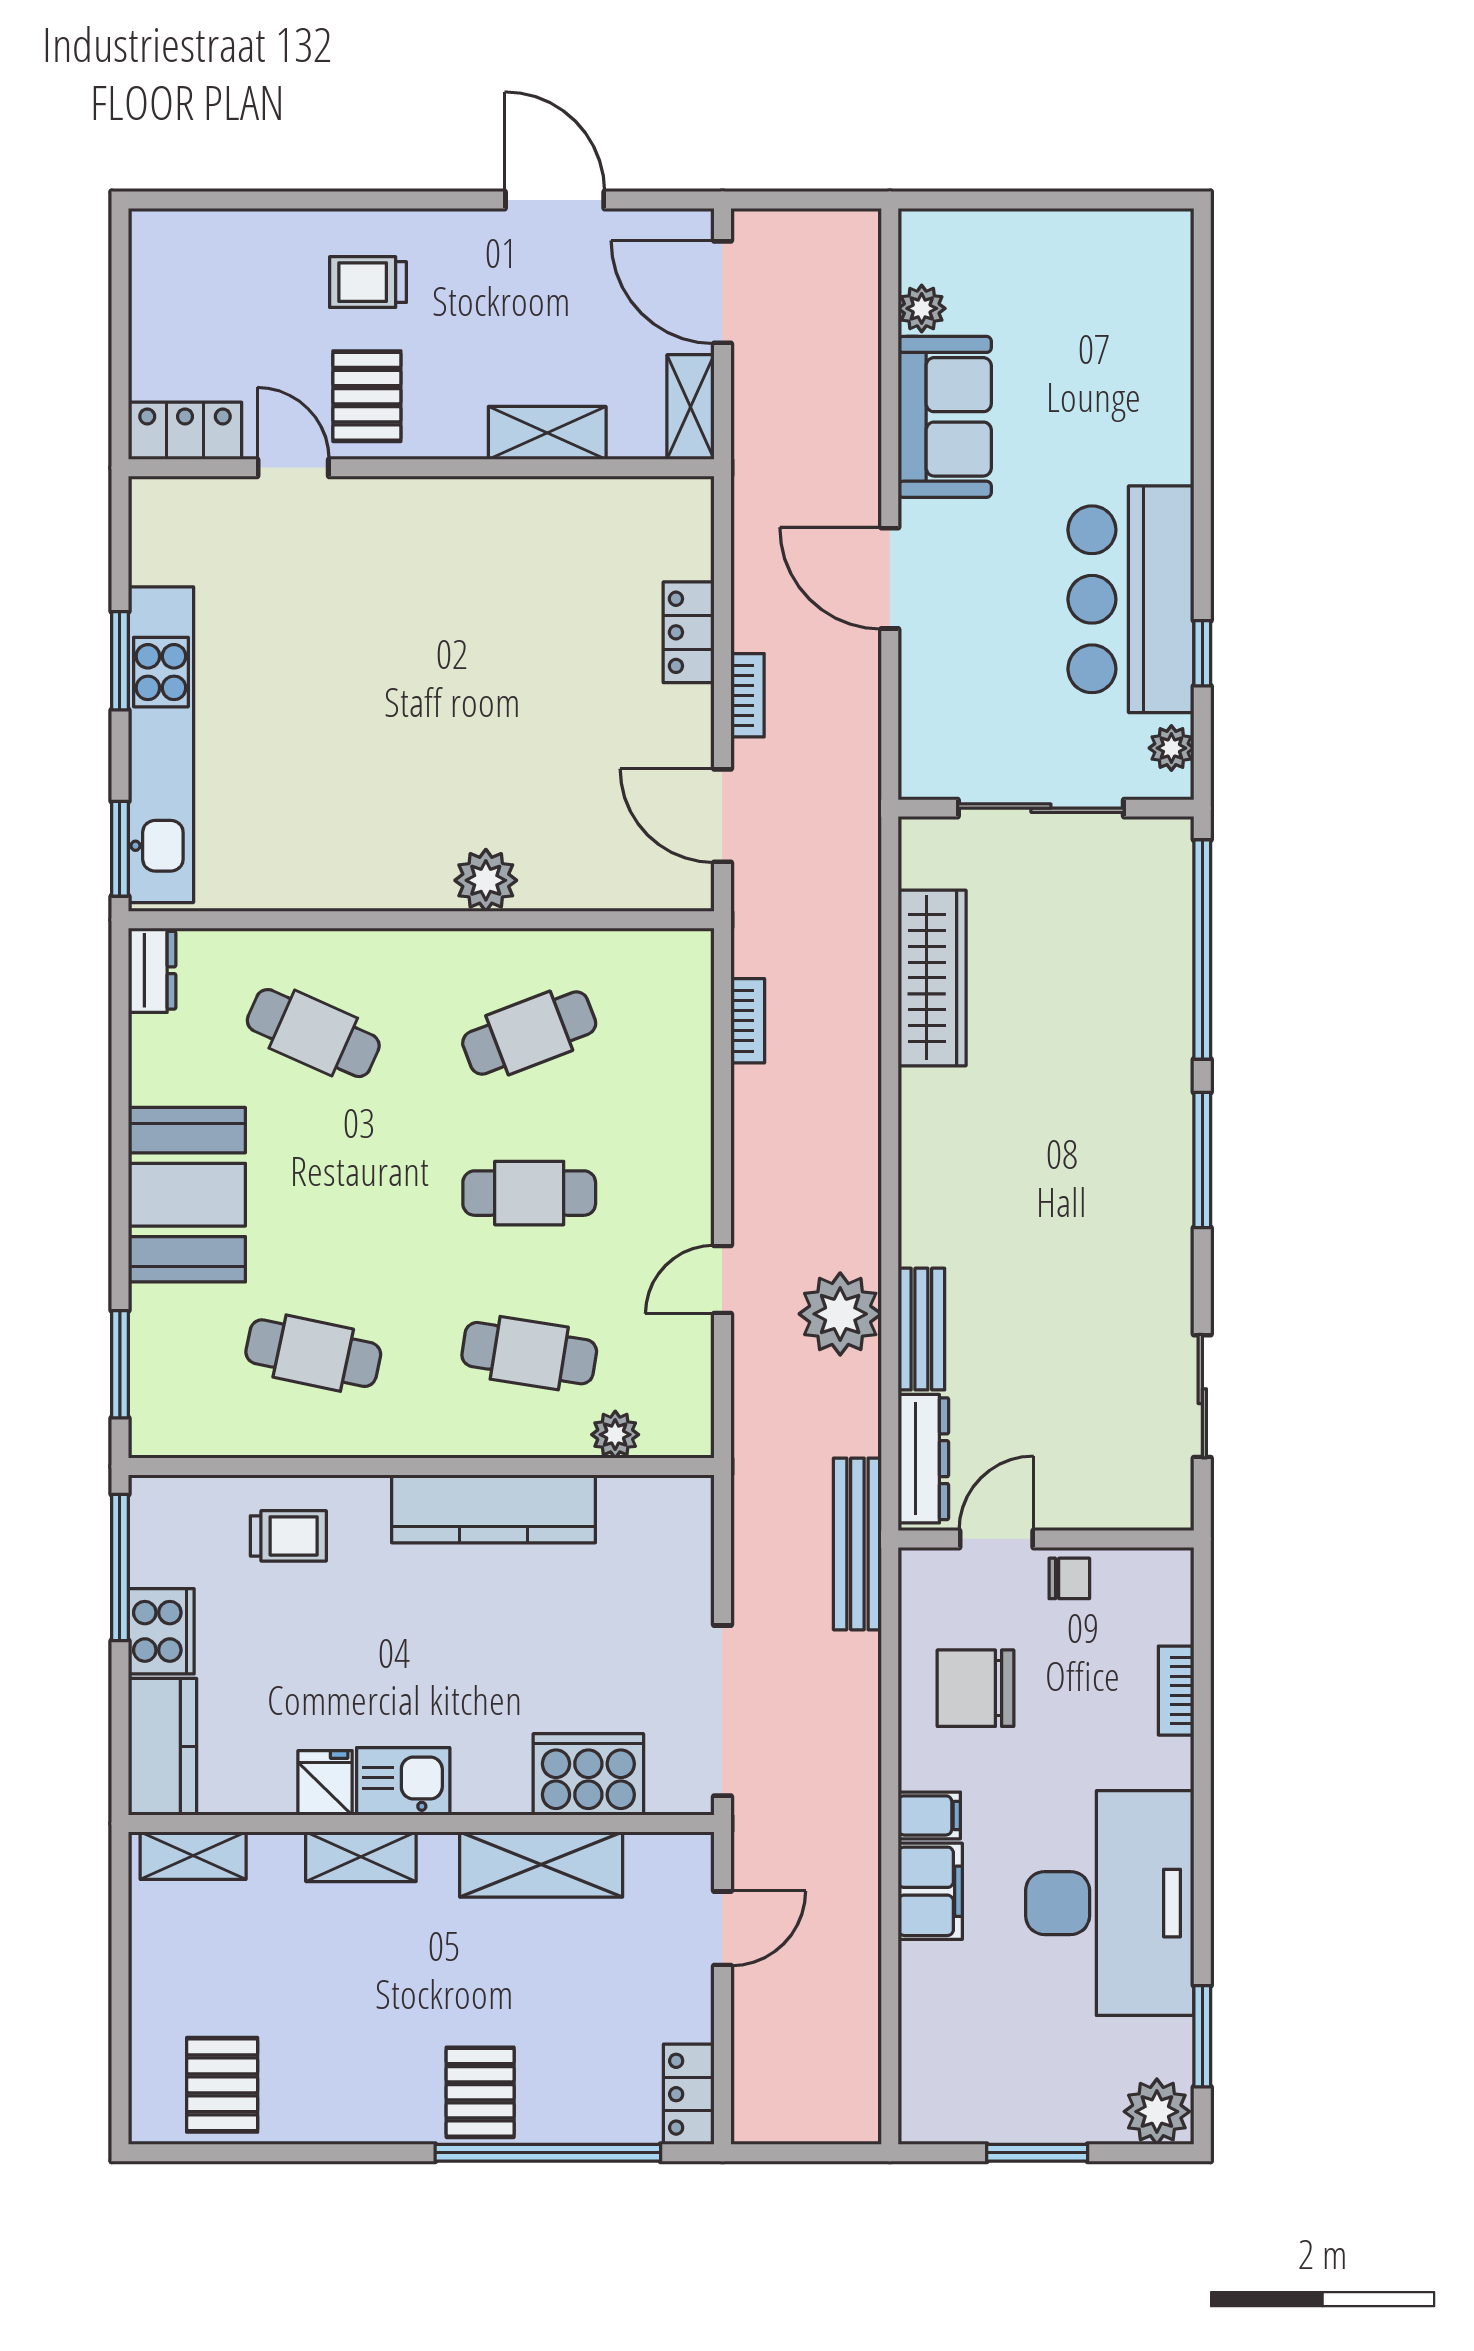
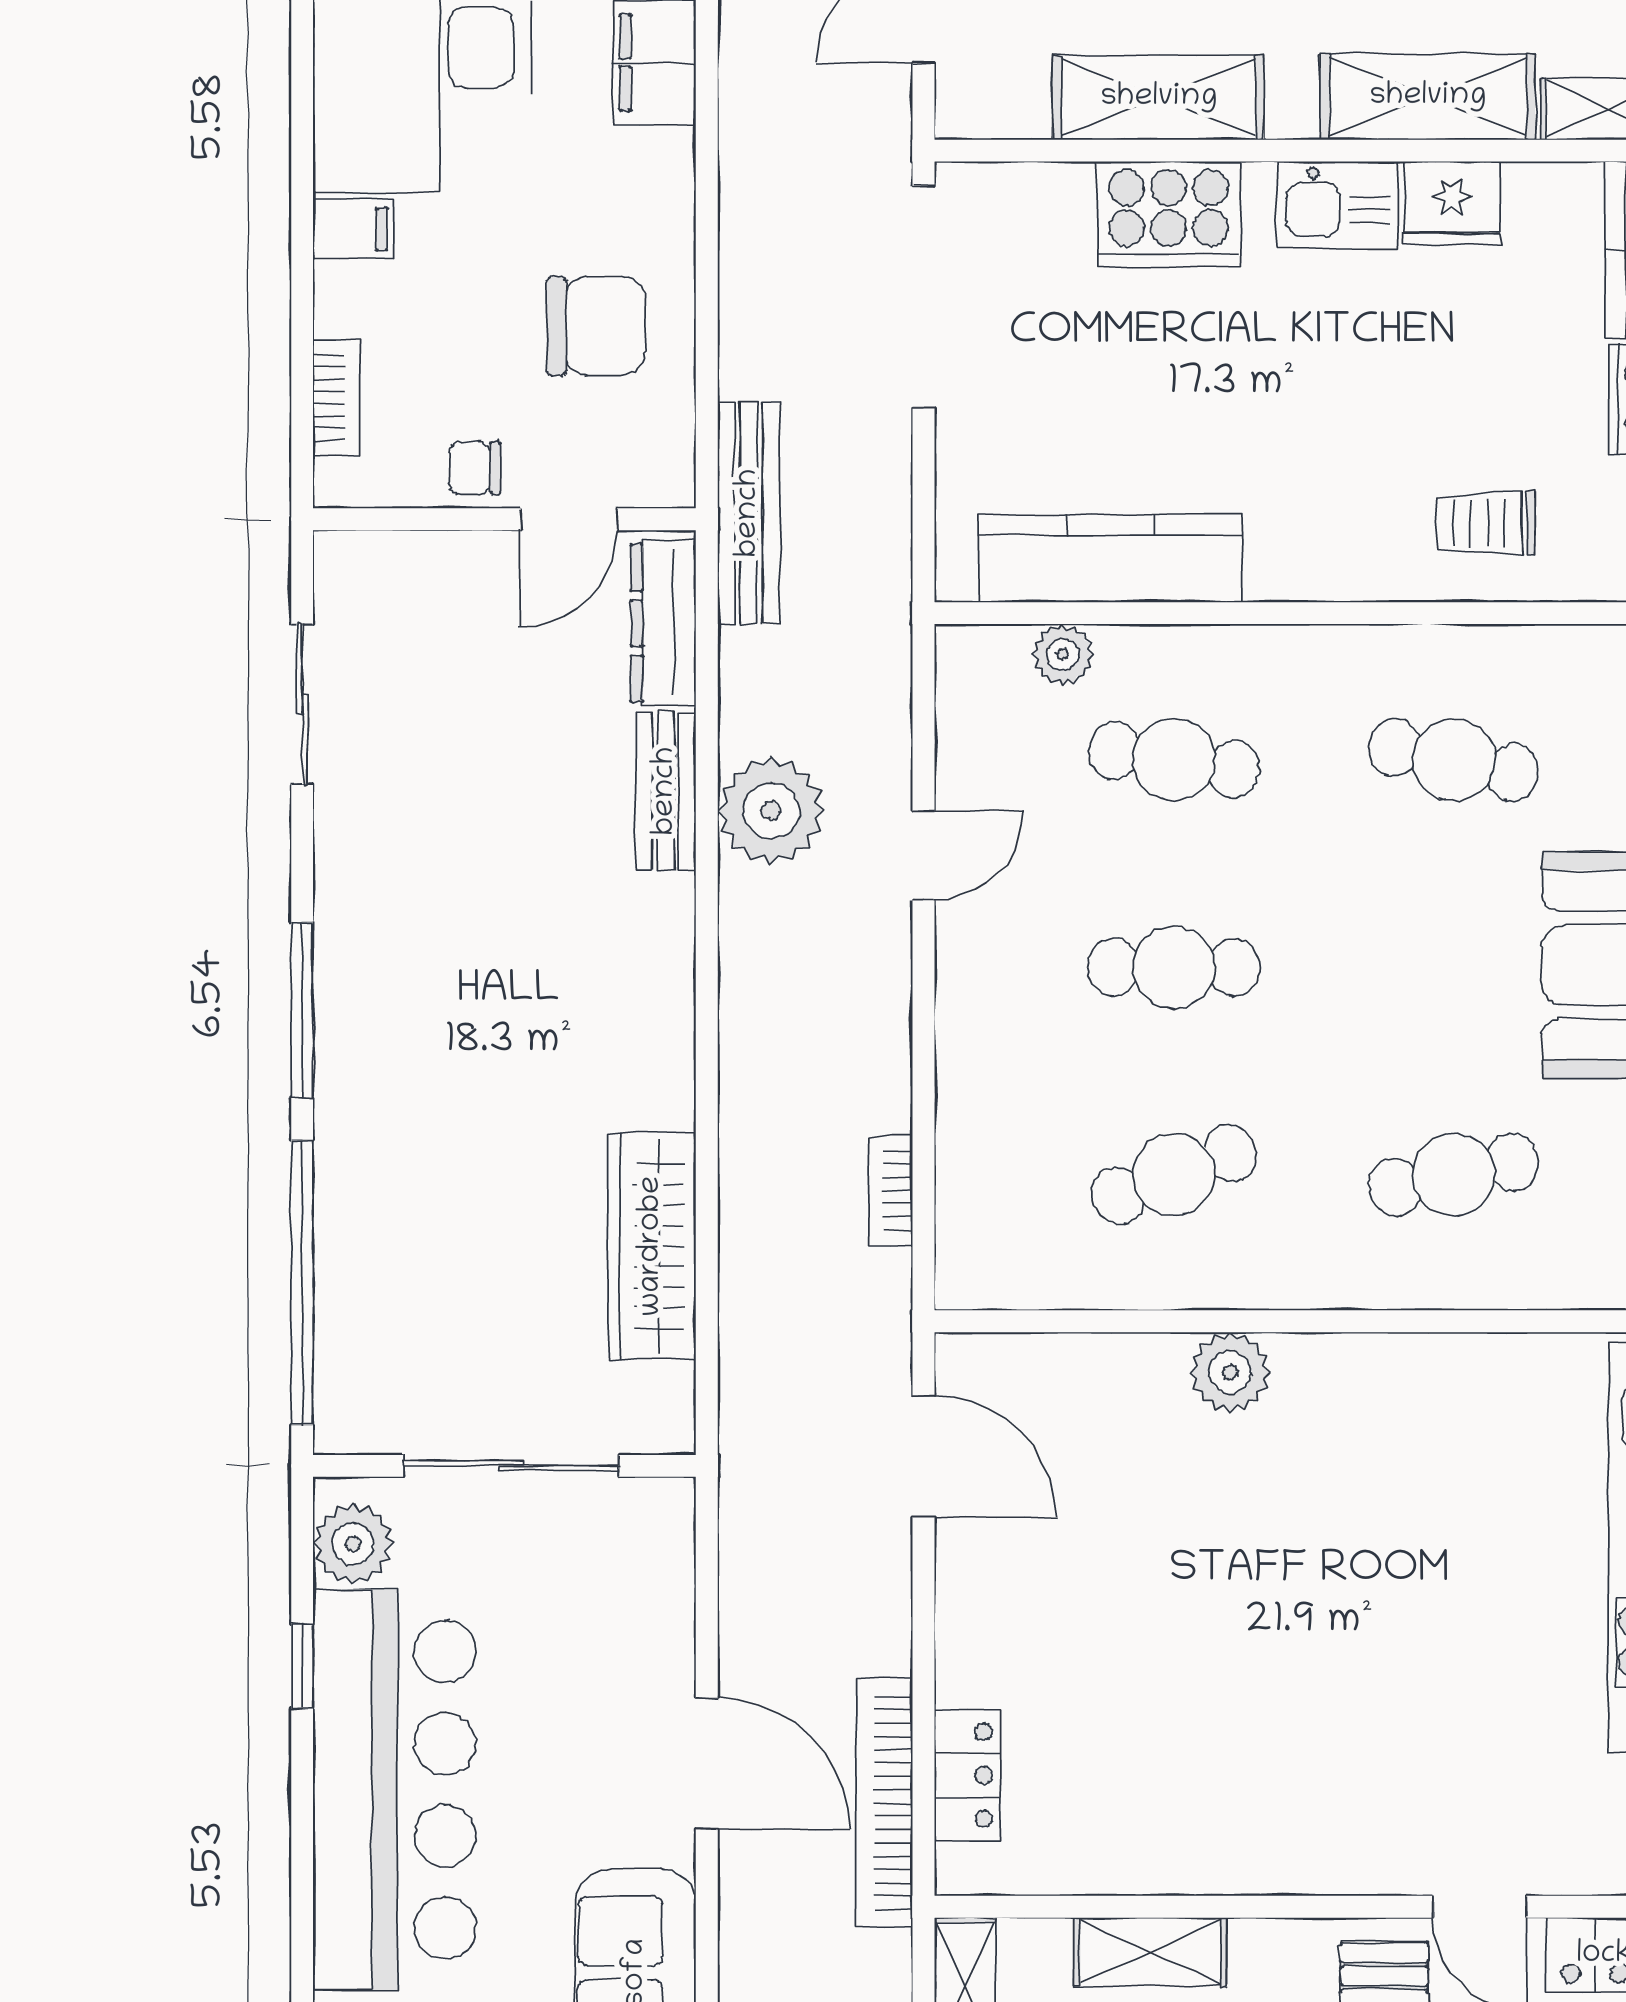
bar counter: (1131, 599) -> (394, 1790), width x1.36
locker: (689, 632) -> (967, 1775), moved
bookcase: (748, 695) -> (884, 1803), moved, width x2.31, depth x1.31
plant: (1171, 748) -> (353, 1544), width x1.38, depth x1.38
cafe table: (313, 1033) -> (1454, 1175), turned -36
kitchen counter: (493, 1509) -> (1110, 558), moved
bookcase: (1176, 1691) -> (336, 398), moved
cooker: (588, 1774) -> (1169, 214), moved
fridge: (325, 1783) -> (1452, 203), width x1.38
filing cabinet: (929, 1815) -> (353, 229), moved, turned 180
shelving: (361, 1857) -> (1428, 97), width x1.50, depth x1.33

